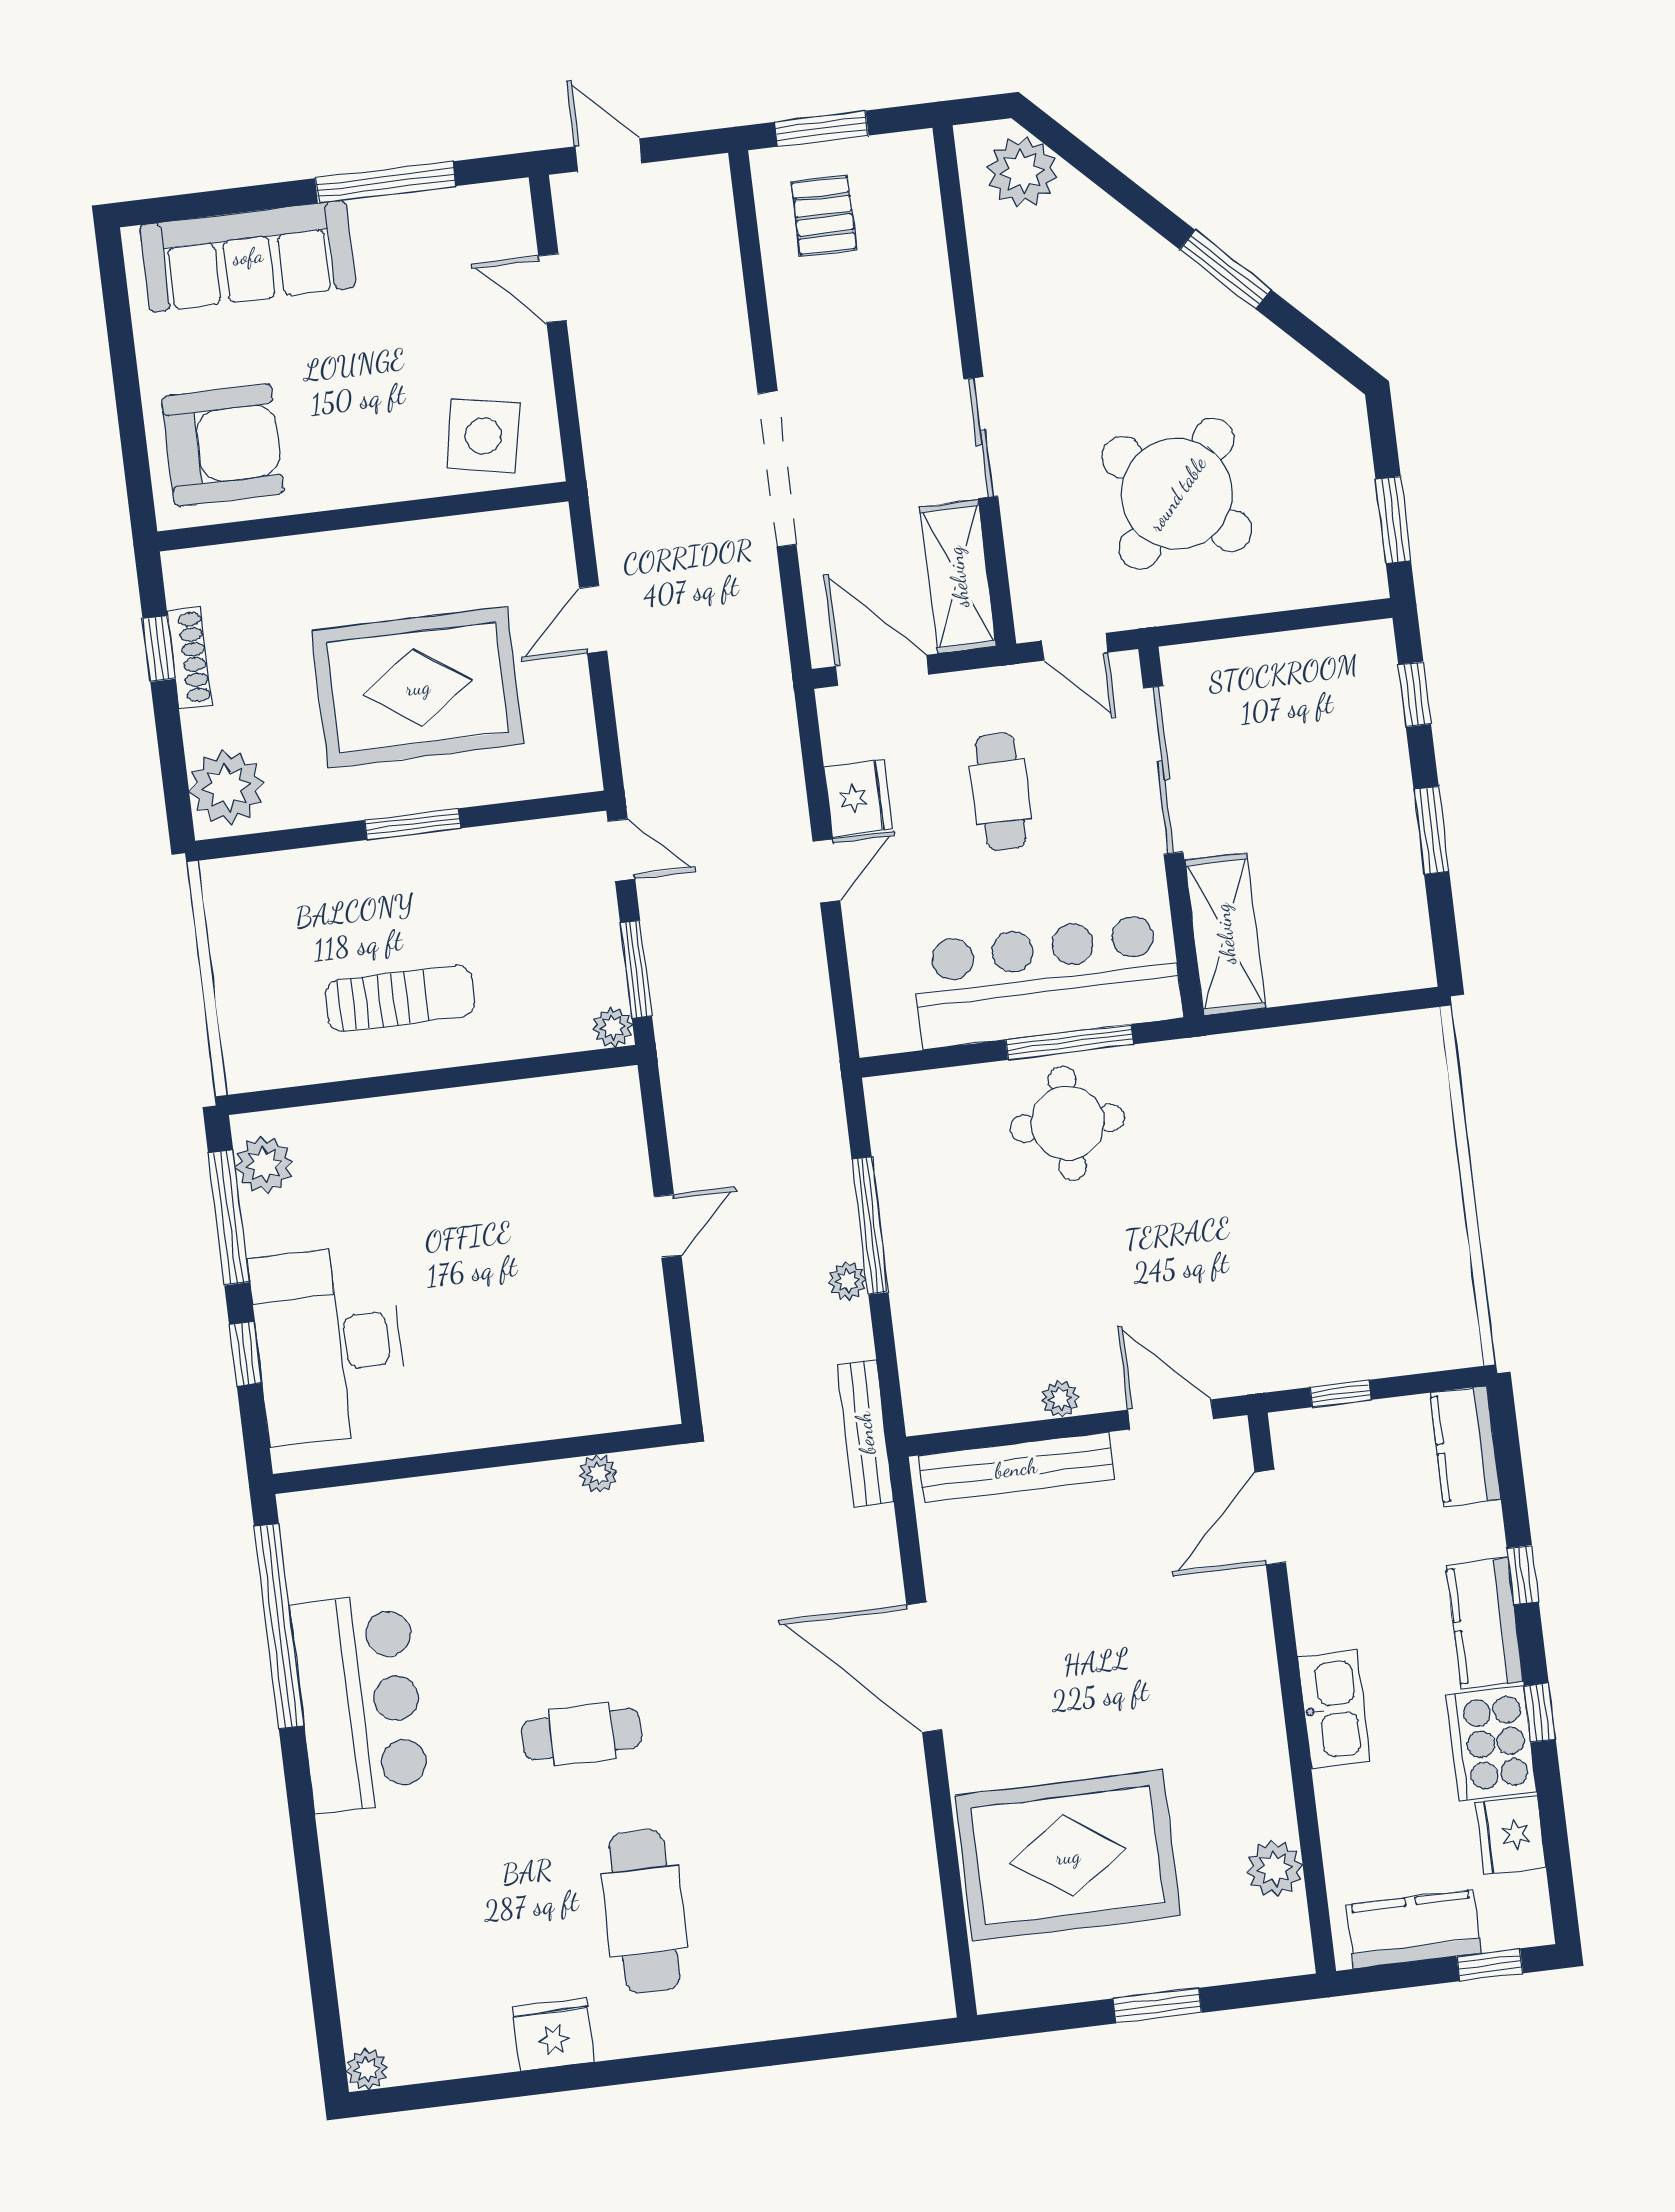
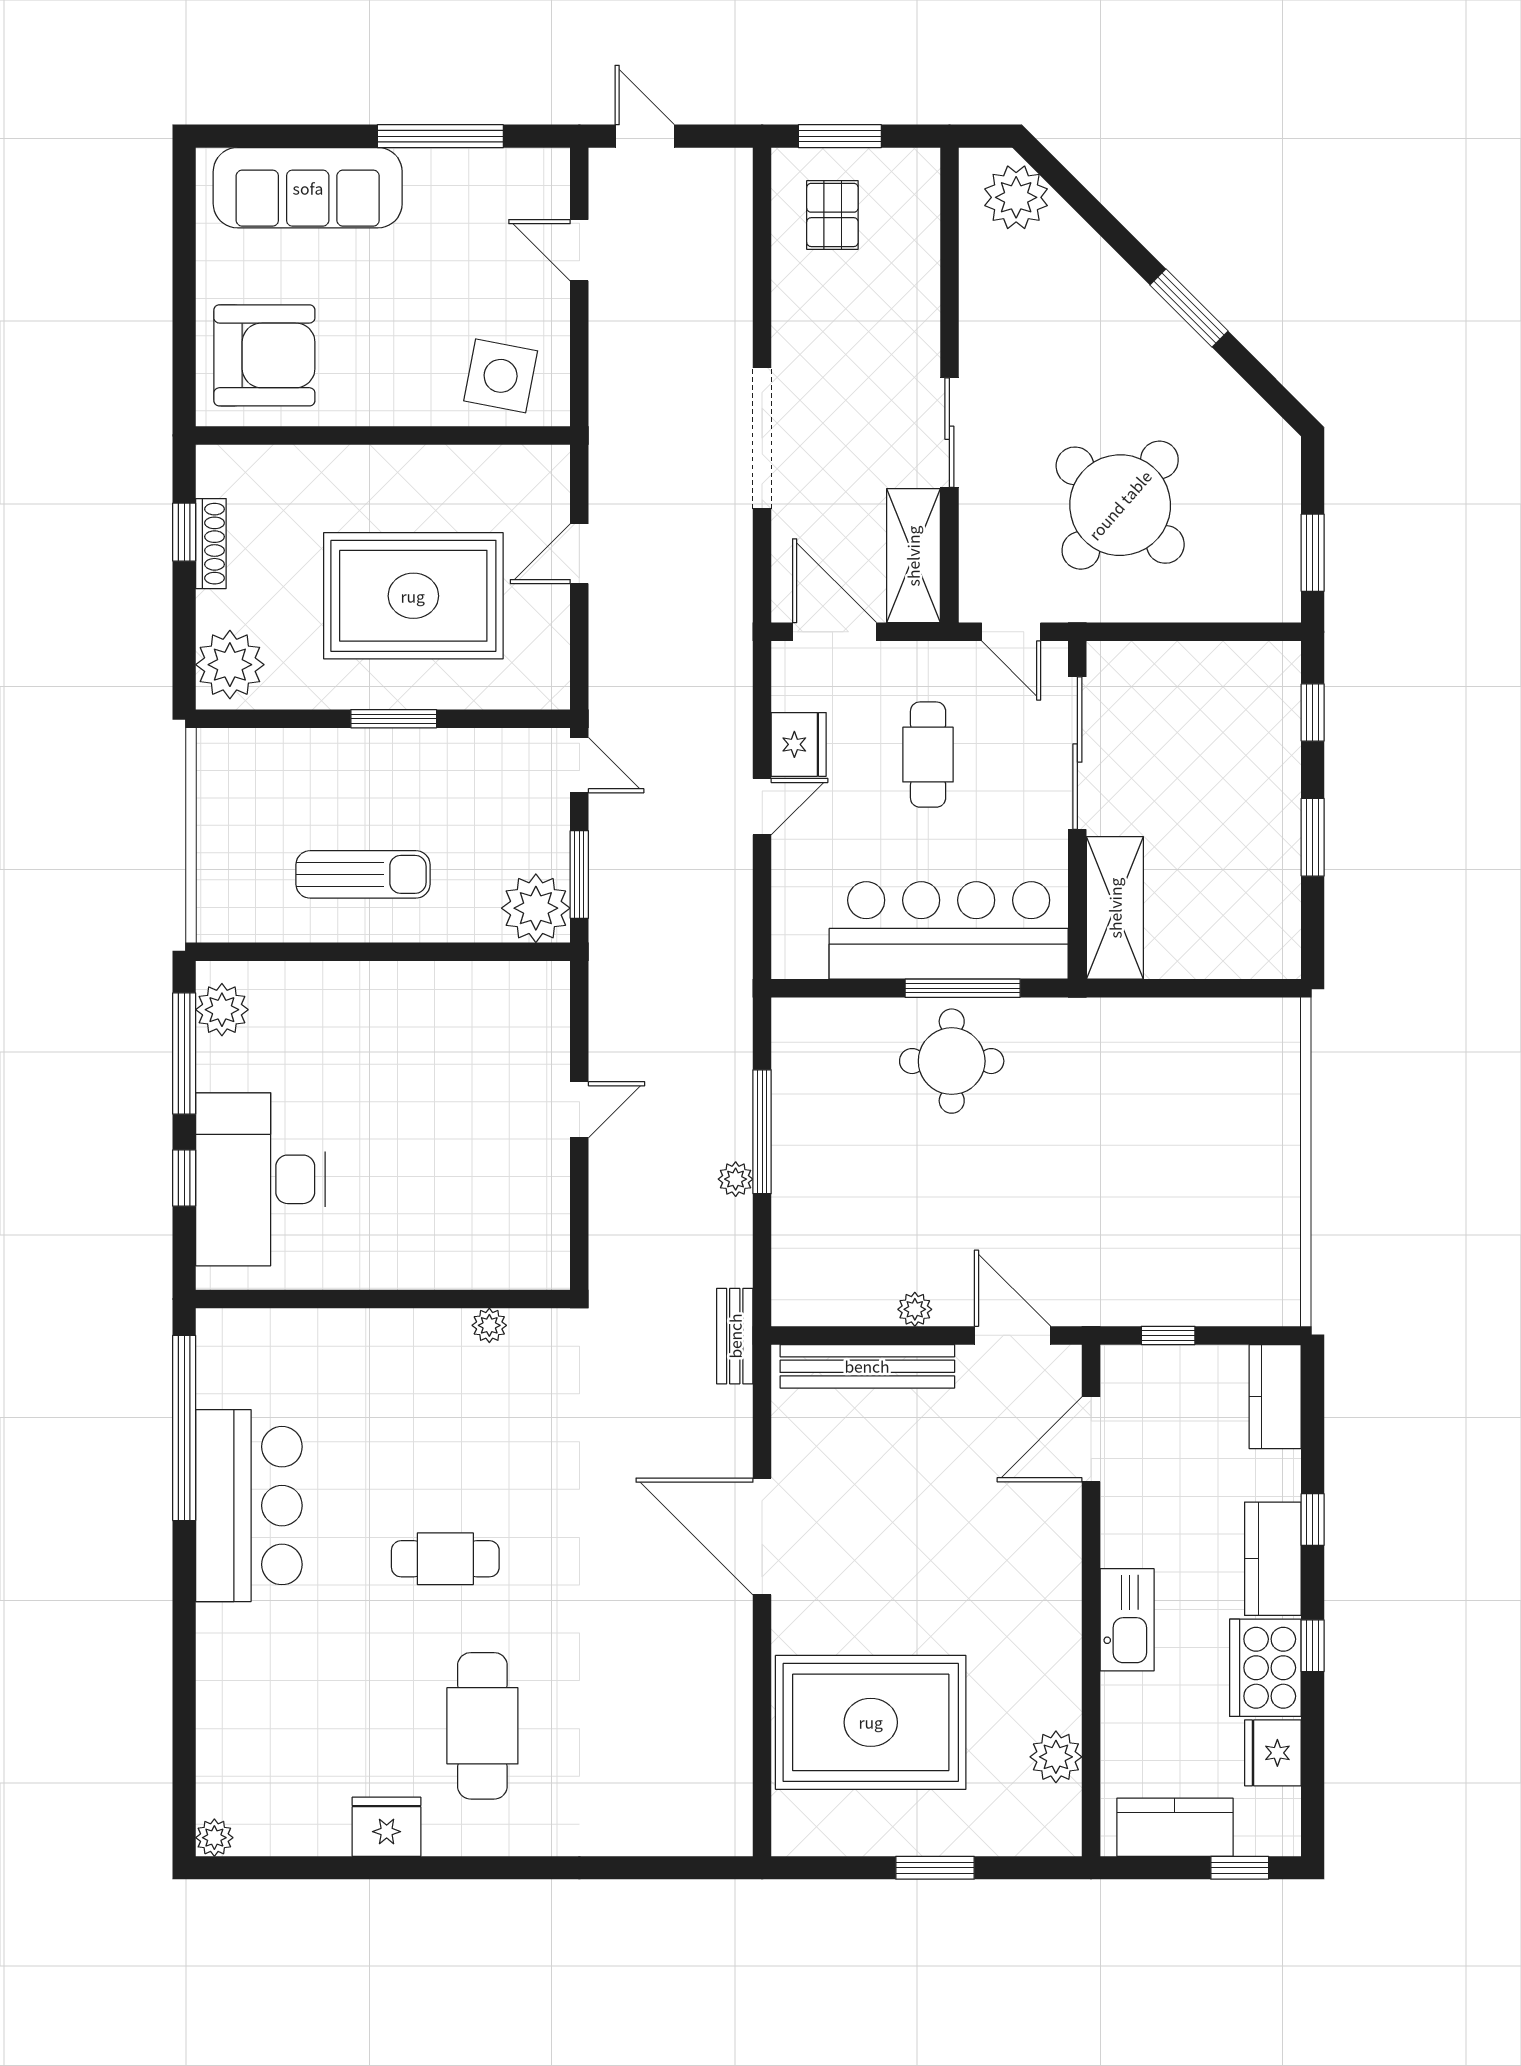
plant: (613, 1027) -> (536, 908), width x1.88, depth x1.88
bench: (865, 1433) -> (735, 1336), width x0.73

